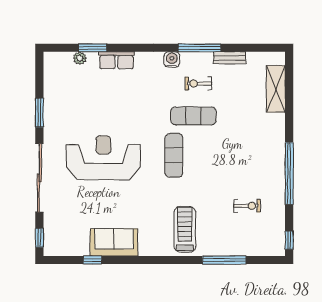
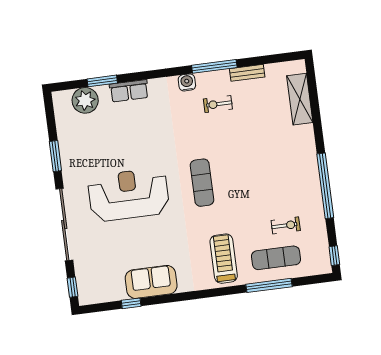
plant: (80, 58) -> (85, 100), width x1.87, depth x1.87
exercise mat: (193, 116) -> (276, 258), moved

